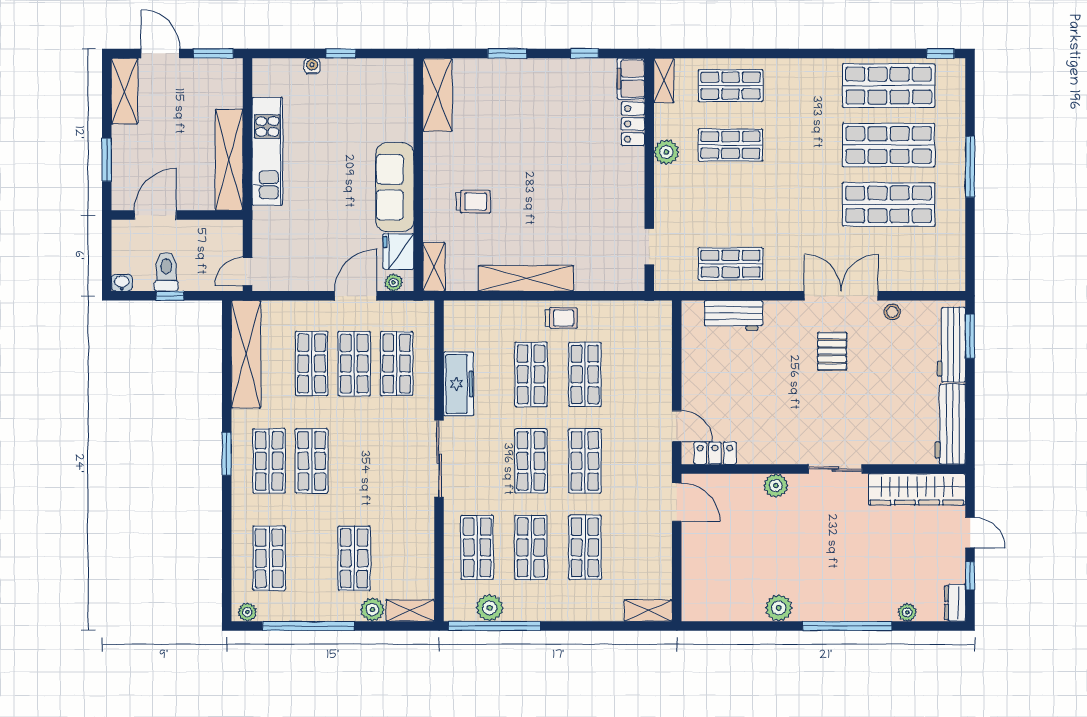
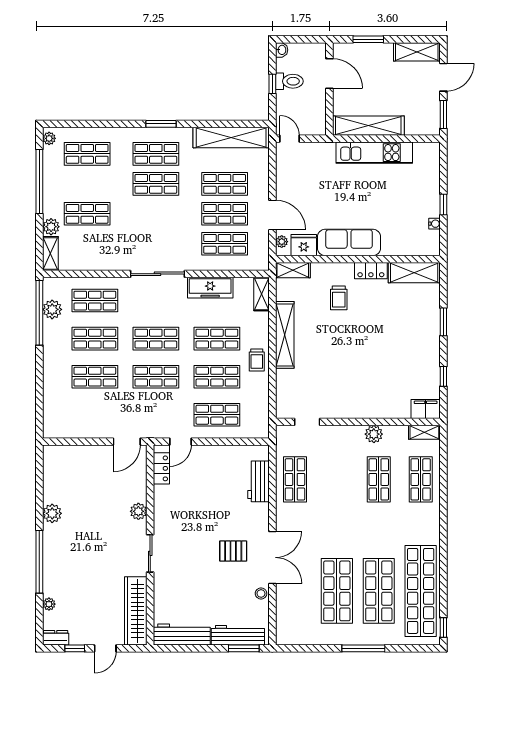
water cooler: (312, 66) -> (435, 224), moved
shop shelf: (889, 86) -> (421, 591), width x1.40
locker: (633, 124) -> (371, 271), moved, turned 180
shop shelf: (639, 374) -> (217, 415), added
shelving: (648, 611) -> (261, 294), moved

